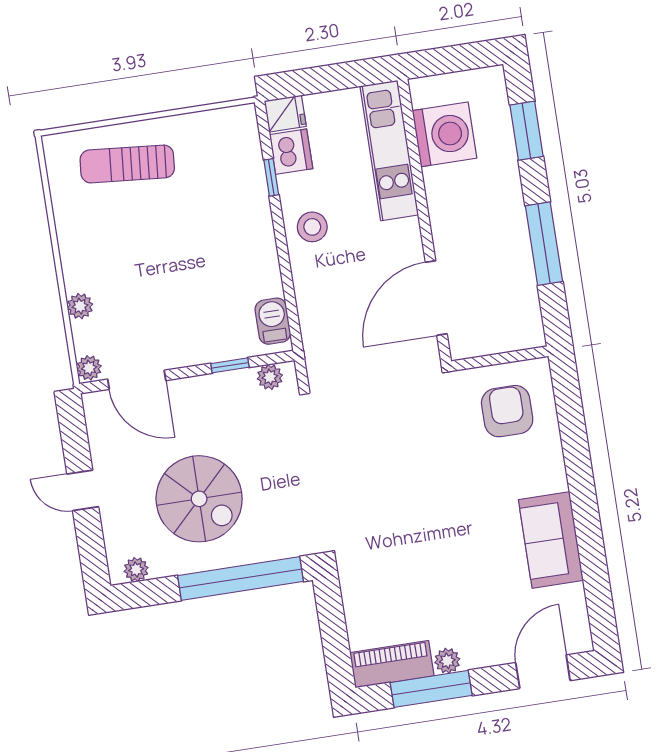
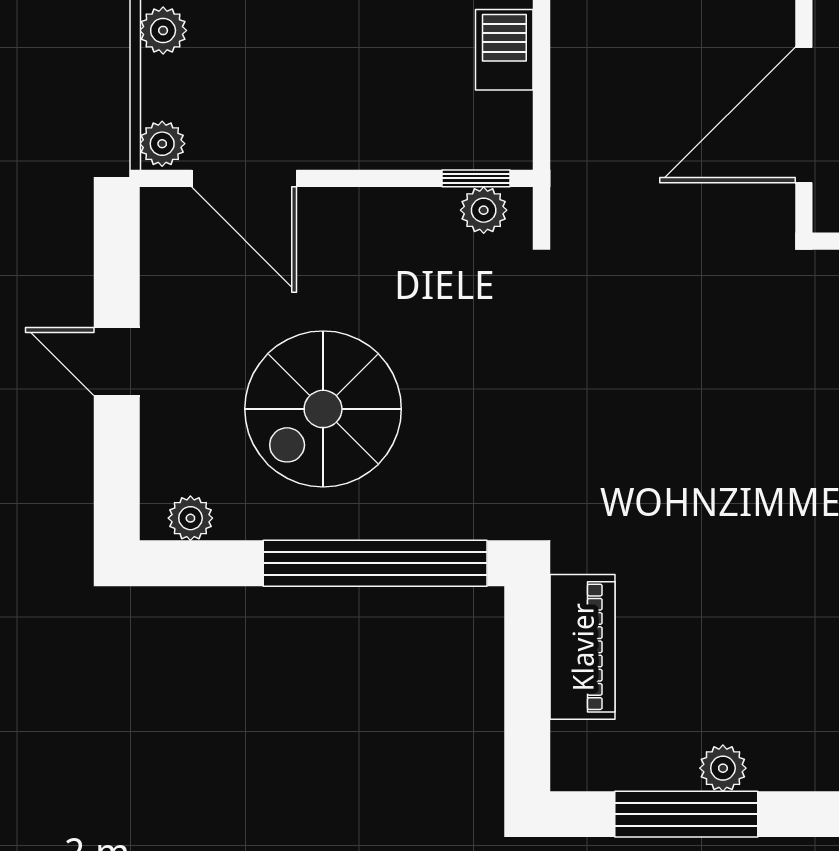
barbecue: (273, 321) -> (504, 50), moved
window: (230, 365) -> (476, 178), moved
spiral stairs: (199, 499) -> (323, 409), turned 90
piano: (392, 664) -> (583, 647), moved, turned 90

